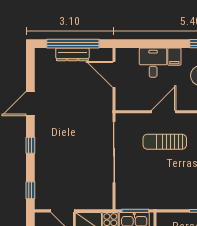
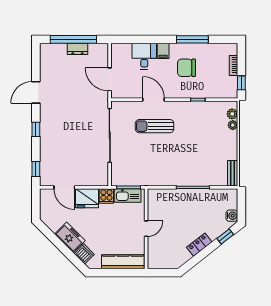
dresser: (72, 54) -> (77, 49), width x0.70
door: (114, 74) -> (110, 79), moved
door: (164, 112) -> (154, 100), hinge flipped

